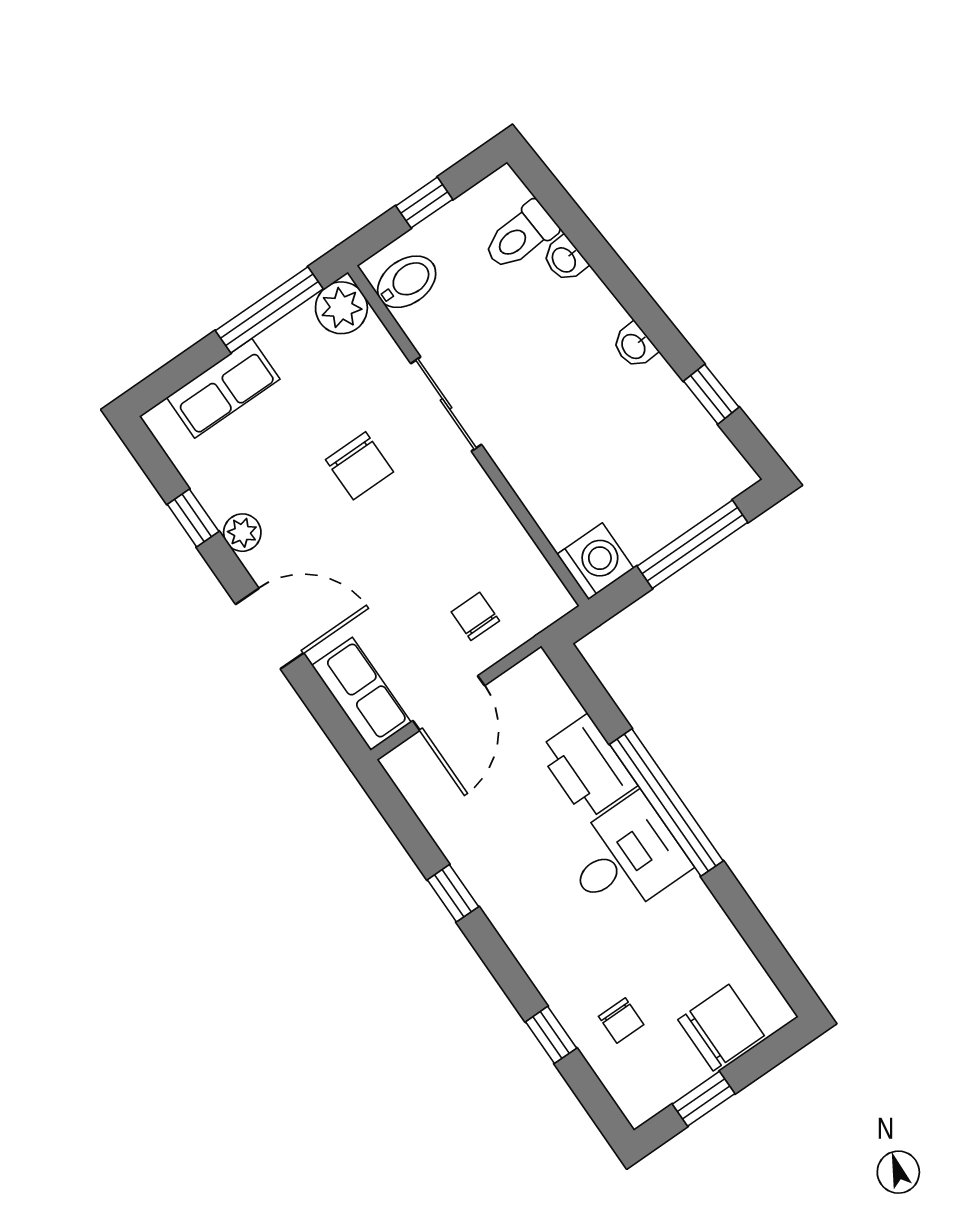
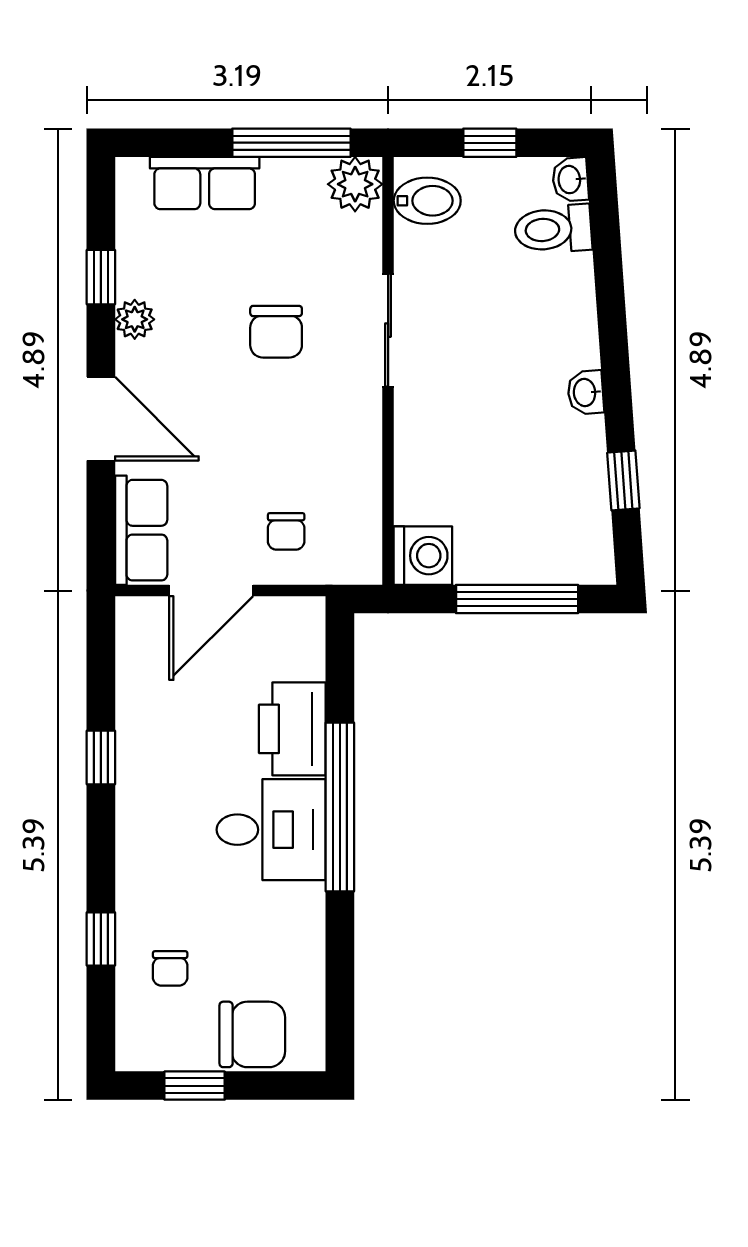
washbasin: (565, 259) -> (570, 179), moved
chair: (475, 616) -> (286, 531), turned 180

